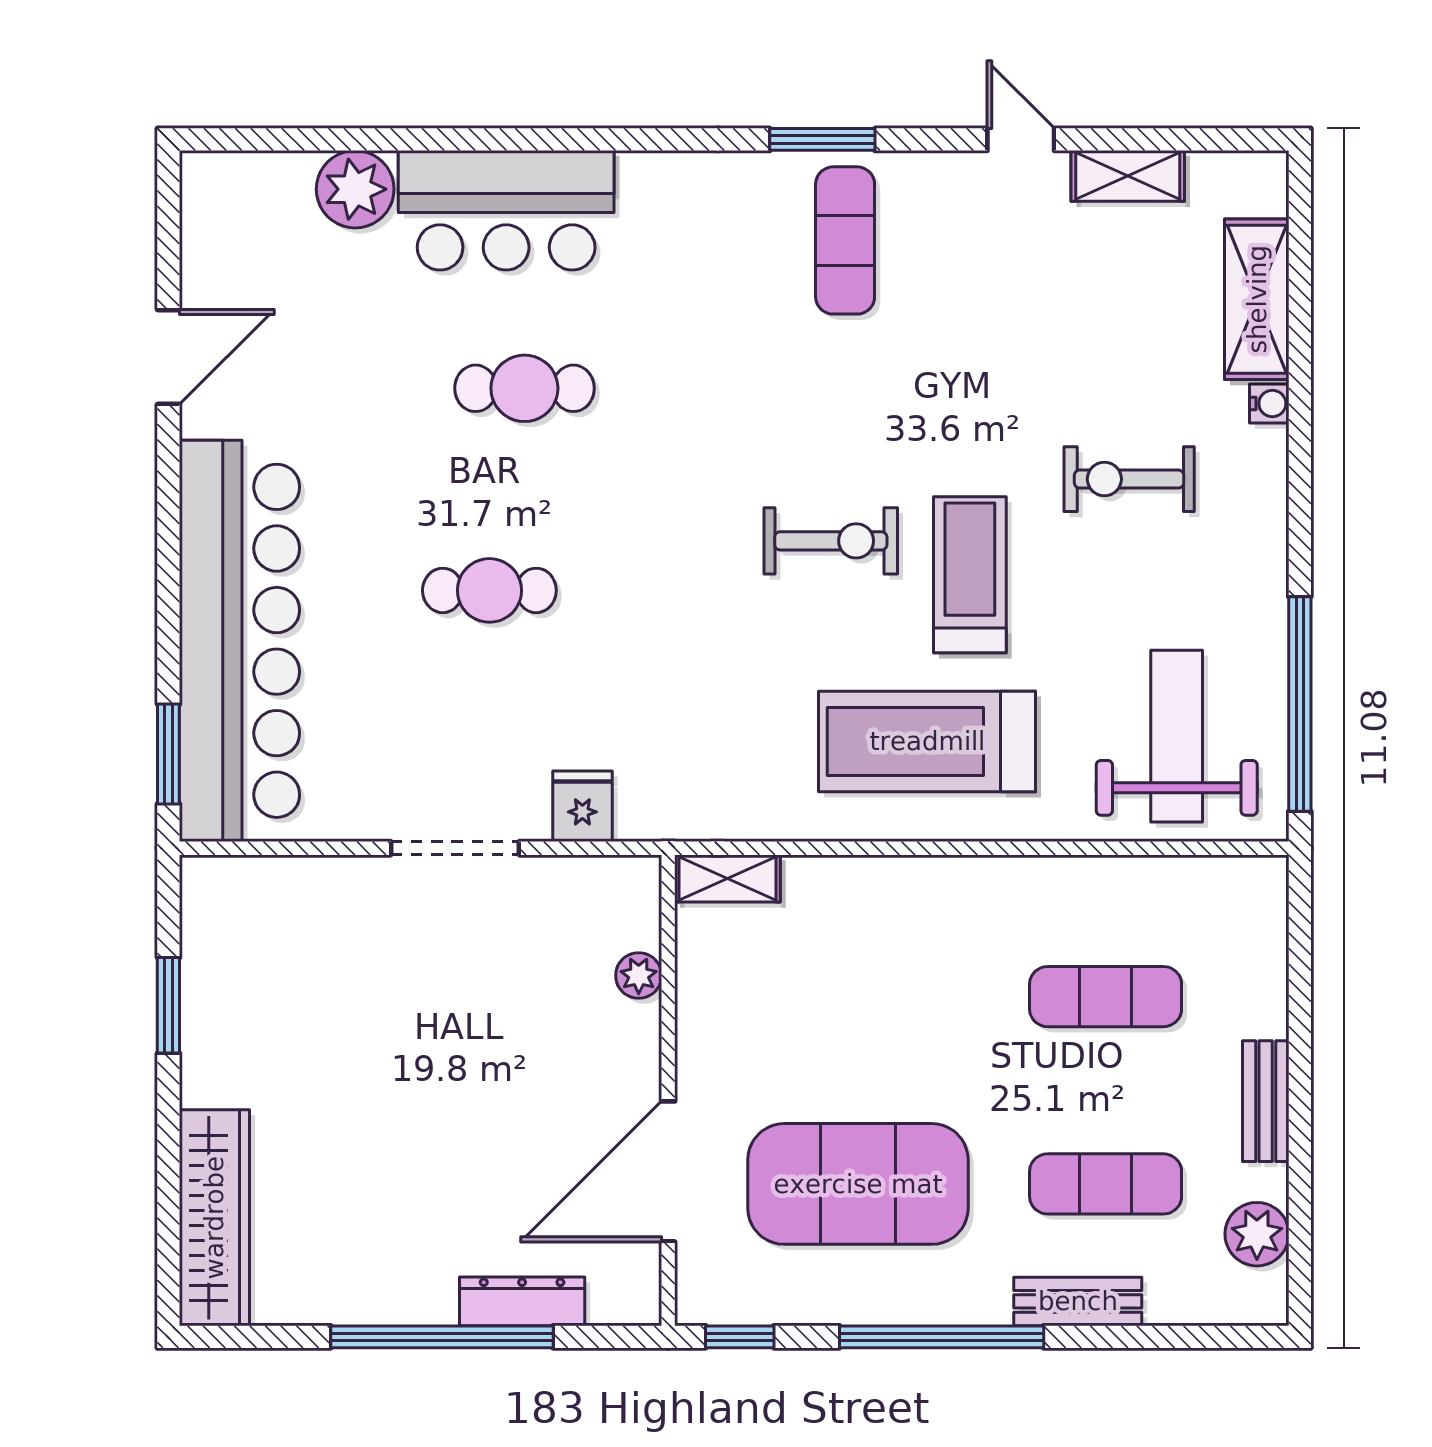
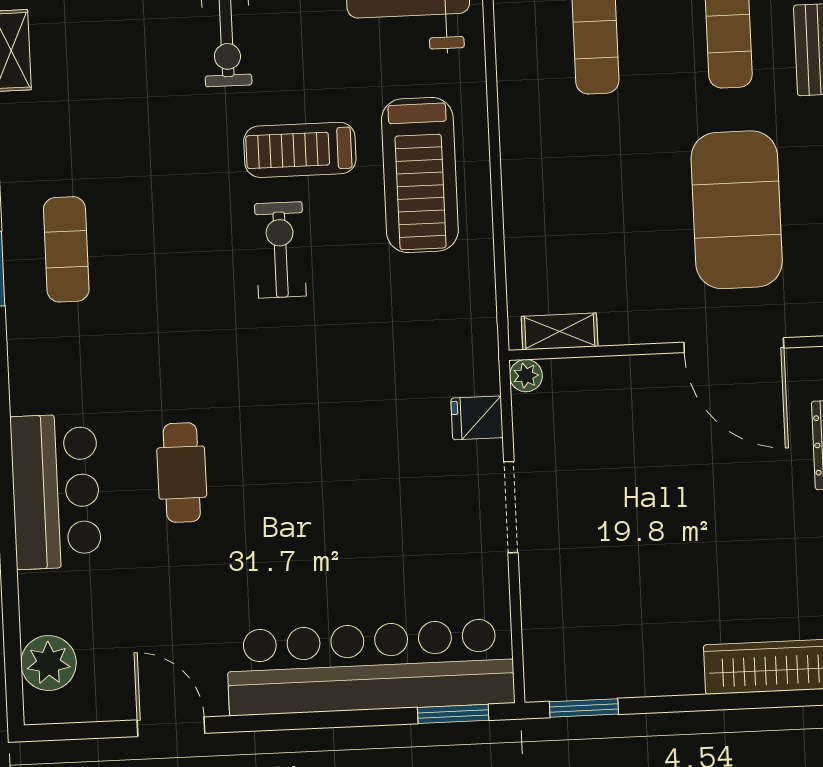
plant: (355, 189) -> (49, 663), moved
exercise mat: (845, 240) -> (66, 249), turned 90
cafe table: (489, 590) -> (327, 491), removed
shelving: (727, 879) -> (560, 331), moved, turned 90
plant: (639, 976) -> (526, 376), moved
window: (168, 1005) -> (584, 708), moved

